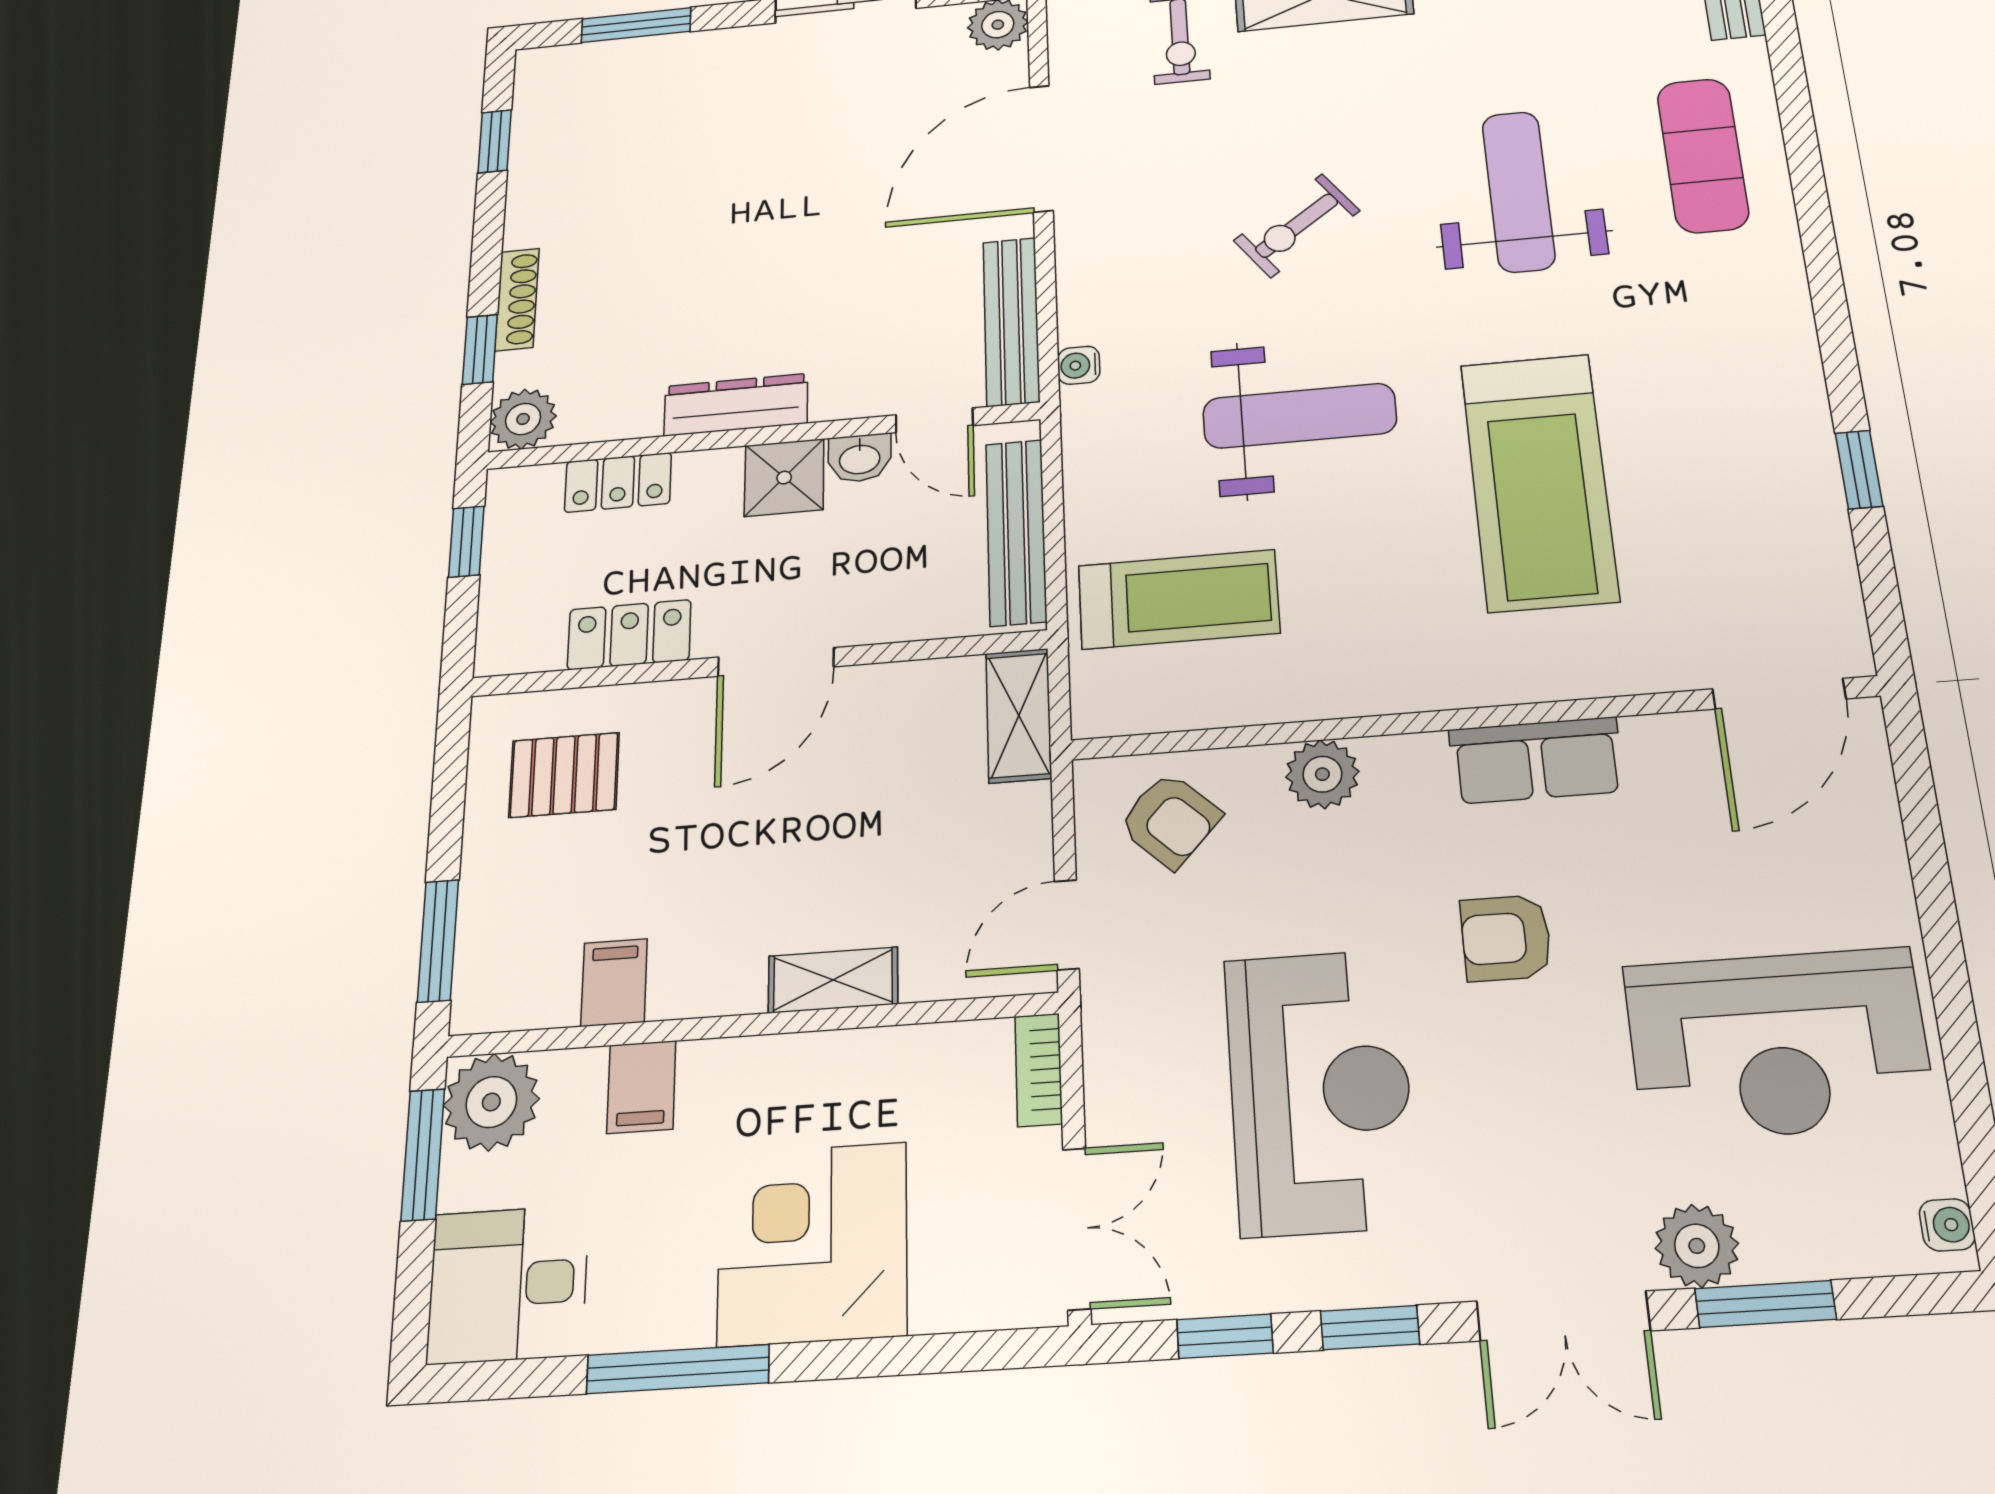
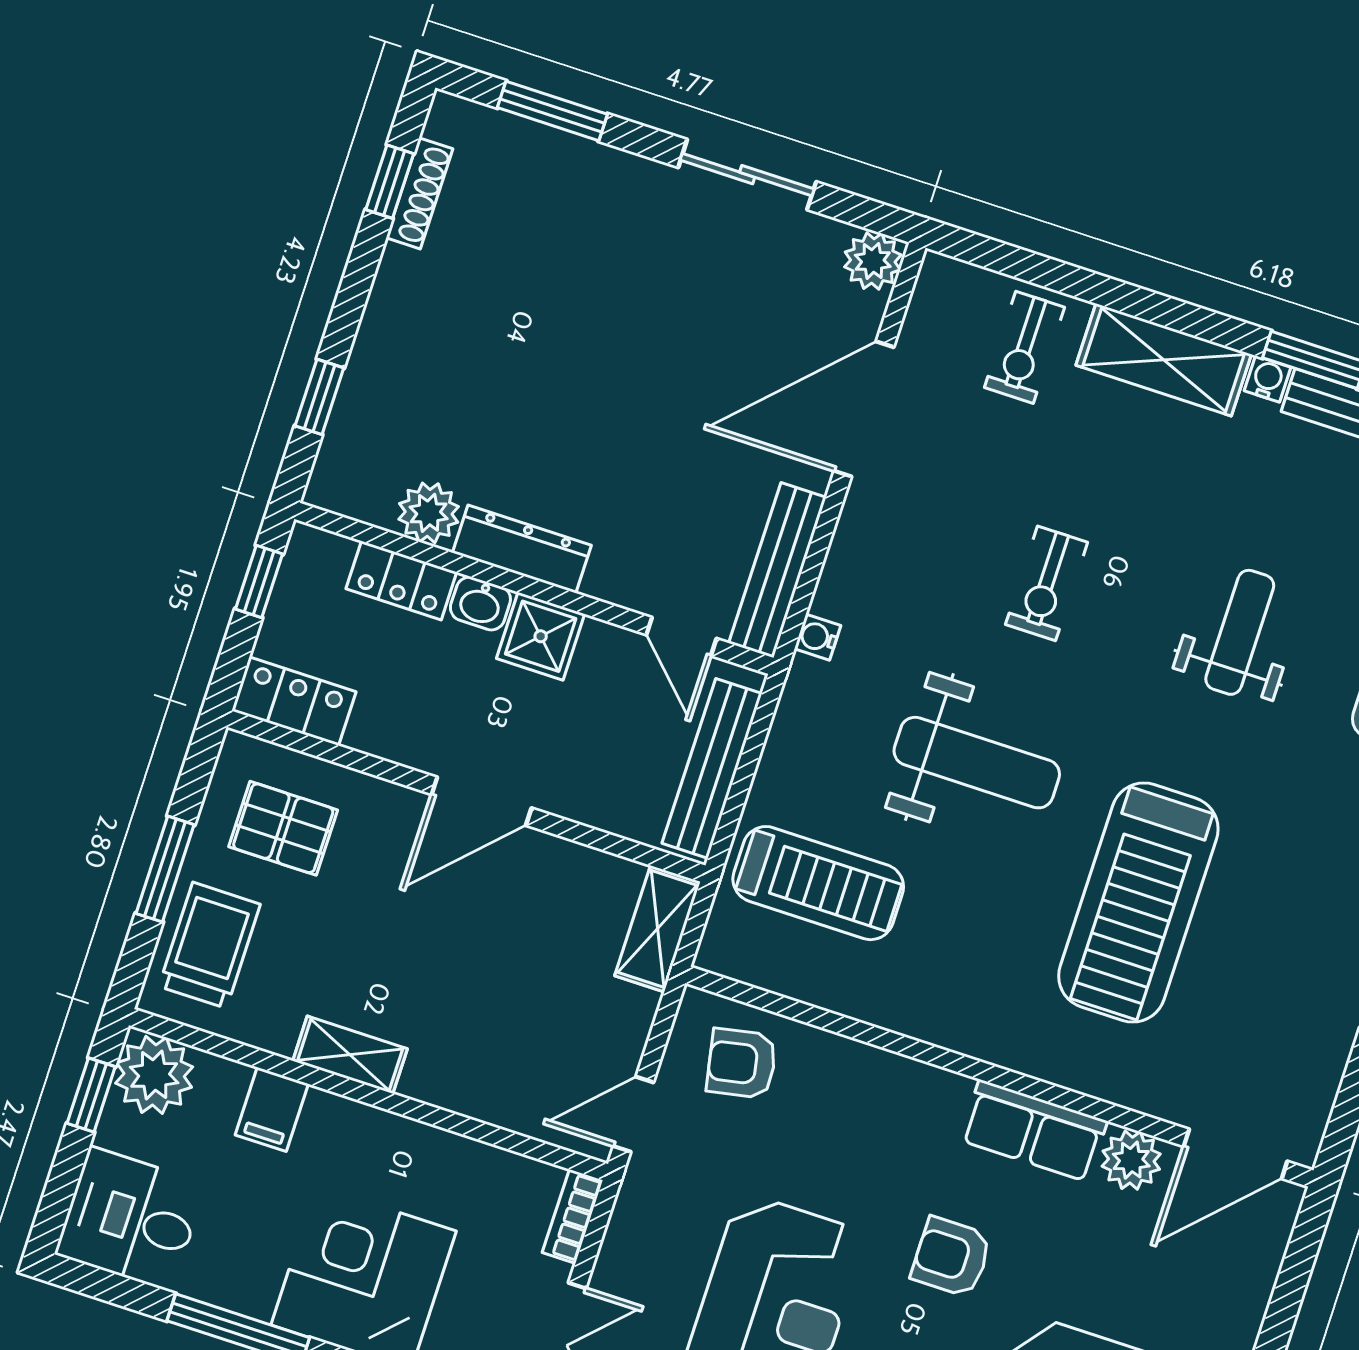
weight bench: (1518, 191) -> (1240, 632), width x0.73, depth x0.75
exercise bike: (1297, 226) -> (1047, 583), turned -54
shoe rack: (517, 299) -> (420, 193), moved
plant: (523, 419) -> (429, 513), moved
washbasin: (860, 458) -> (480, 603), moved
locker: (629, 635) -> (294, 701), moved
plant: (1322, 774) -> (1131, 1160), moved
armchair: (1170, 820) -> (742, 1063), turned 126
trolley: (516, 931) -> (210, 945), added
window: (438, 941) -> (165, 869), moved
shelving: (833, 980) -> (350, 1055), moved
filing cabinet: (614, 982) -> (274, 1018), removed
window: (423, 1155) -> (91, 1095), width x0.67

